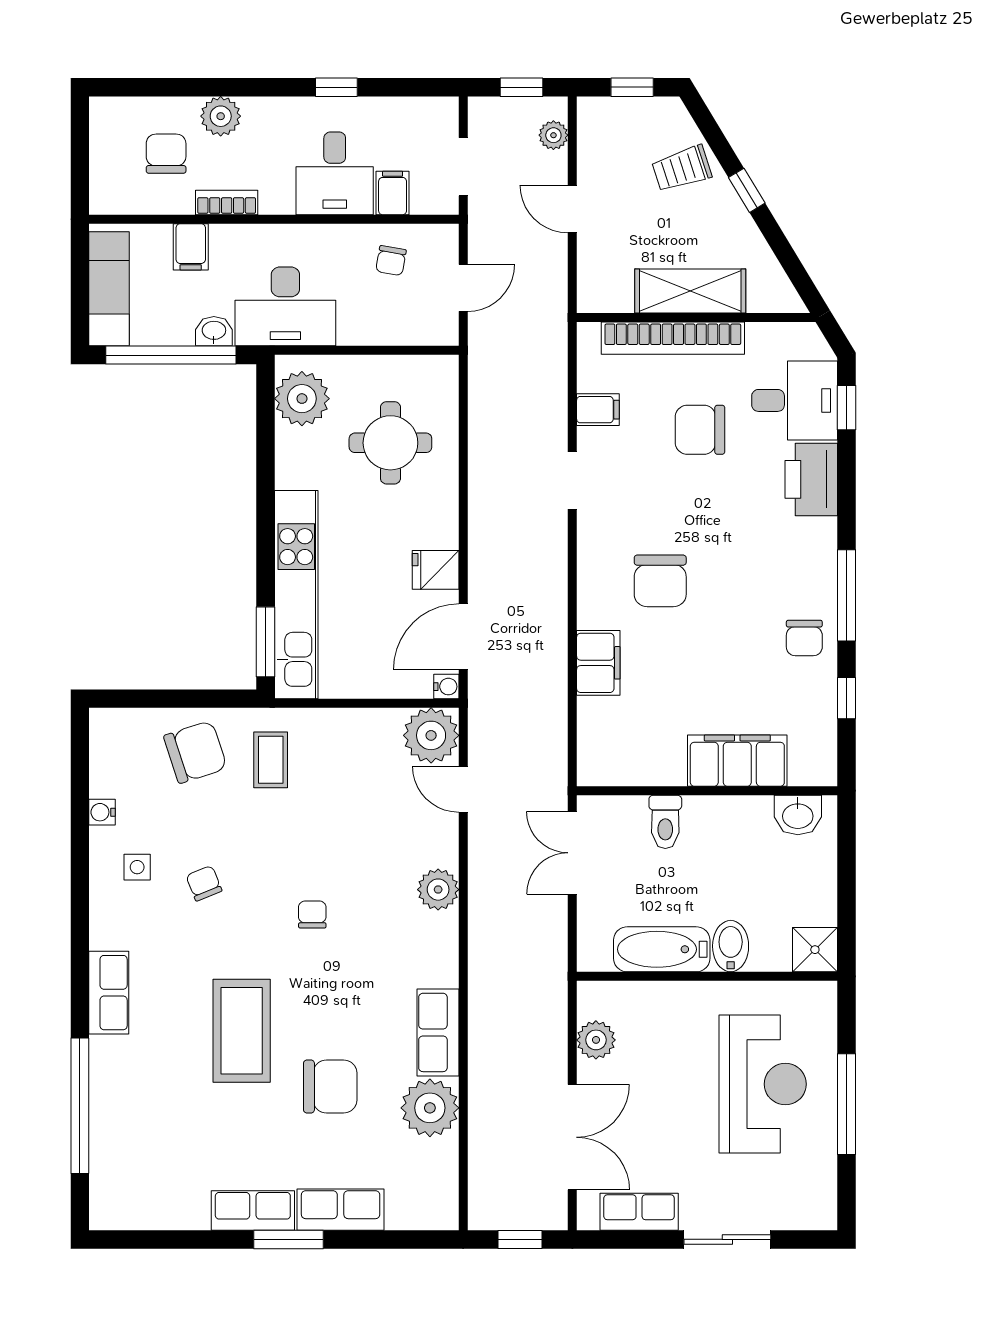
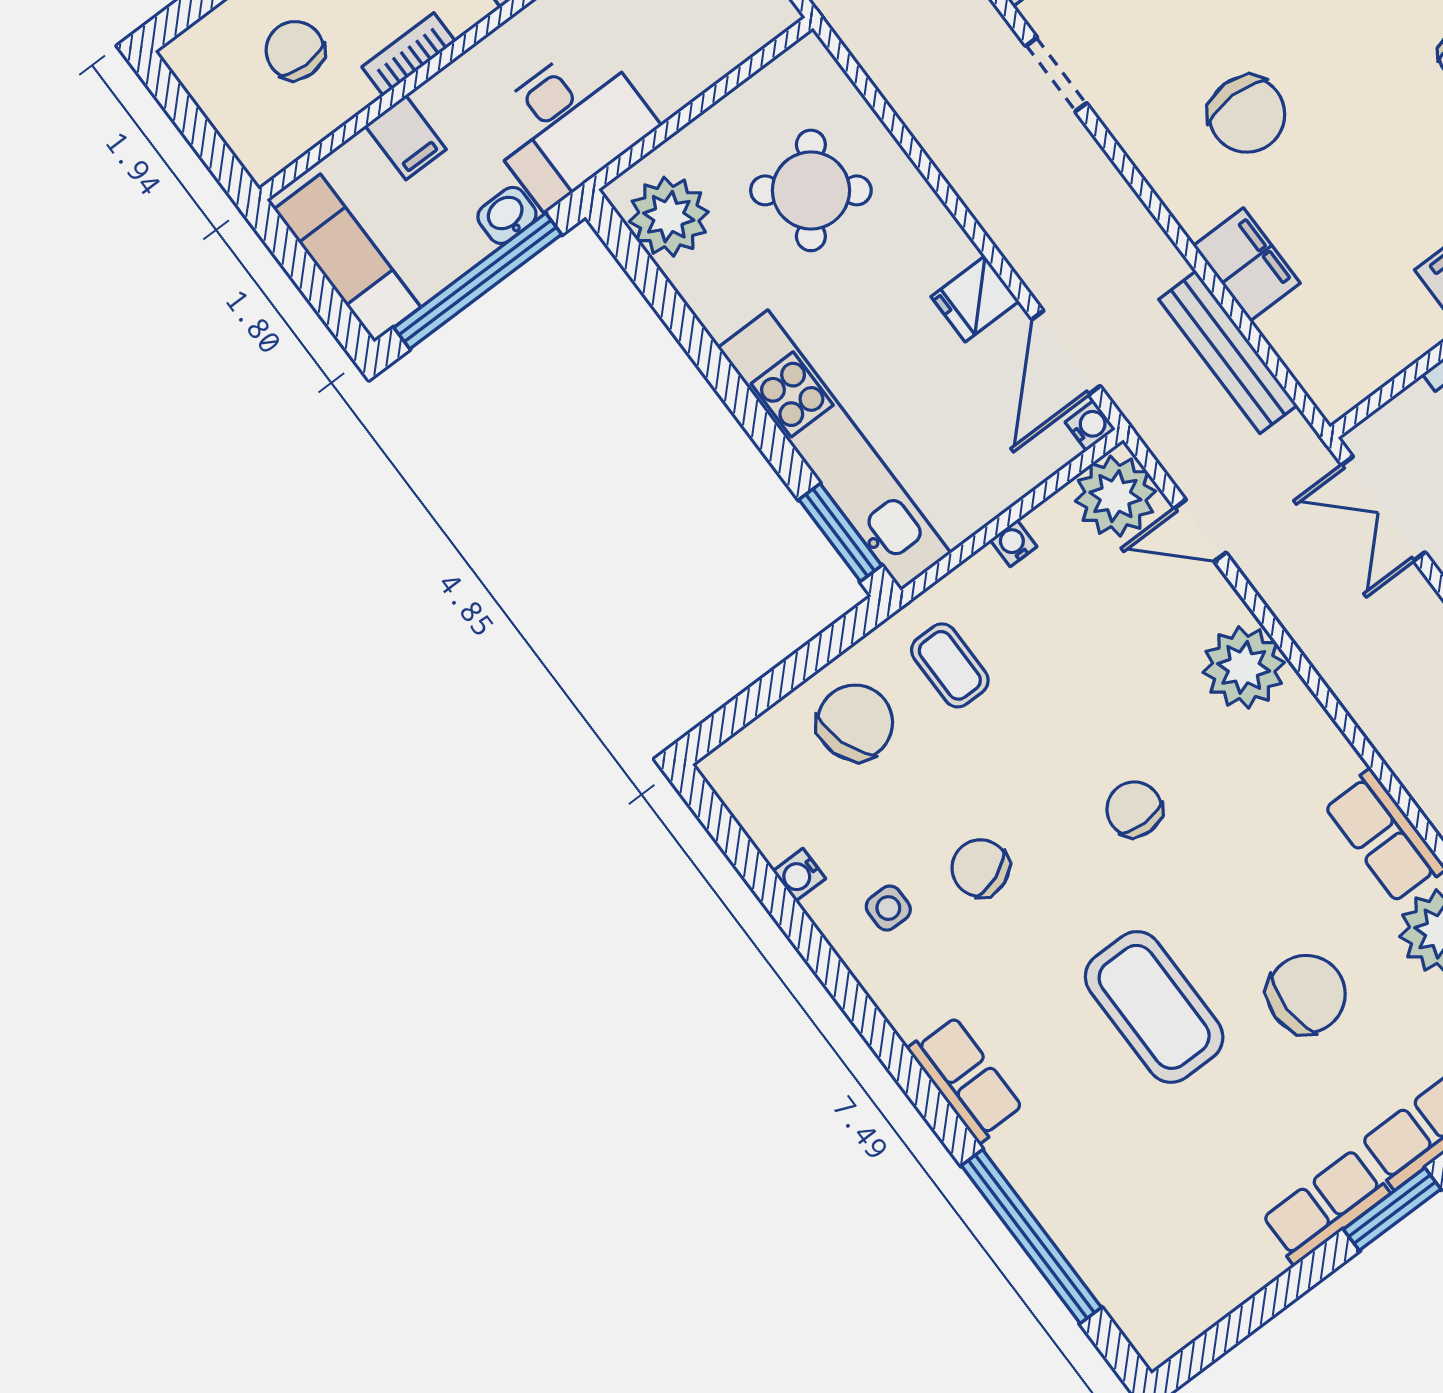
round table: (390, 443) -> (811, 190), turned 37
bench: (552, 703) -> (1228, 352), added
water cooler: (356, 719) -> (1013, 543), added
chair: (204, 883) -> (980, 868), width x1.37, depth x1.37
plant: (438, 890) -> (1244, 667), width x1.36, depth x1.36
chair: (312, 914) -> (1134, 809), width x1.37, depth x1.37

